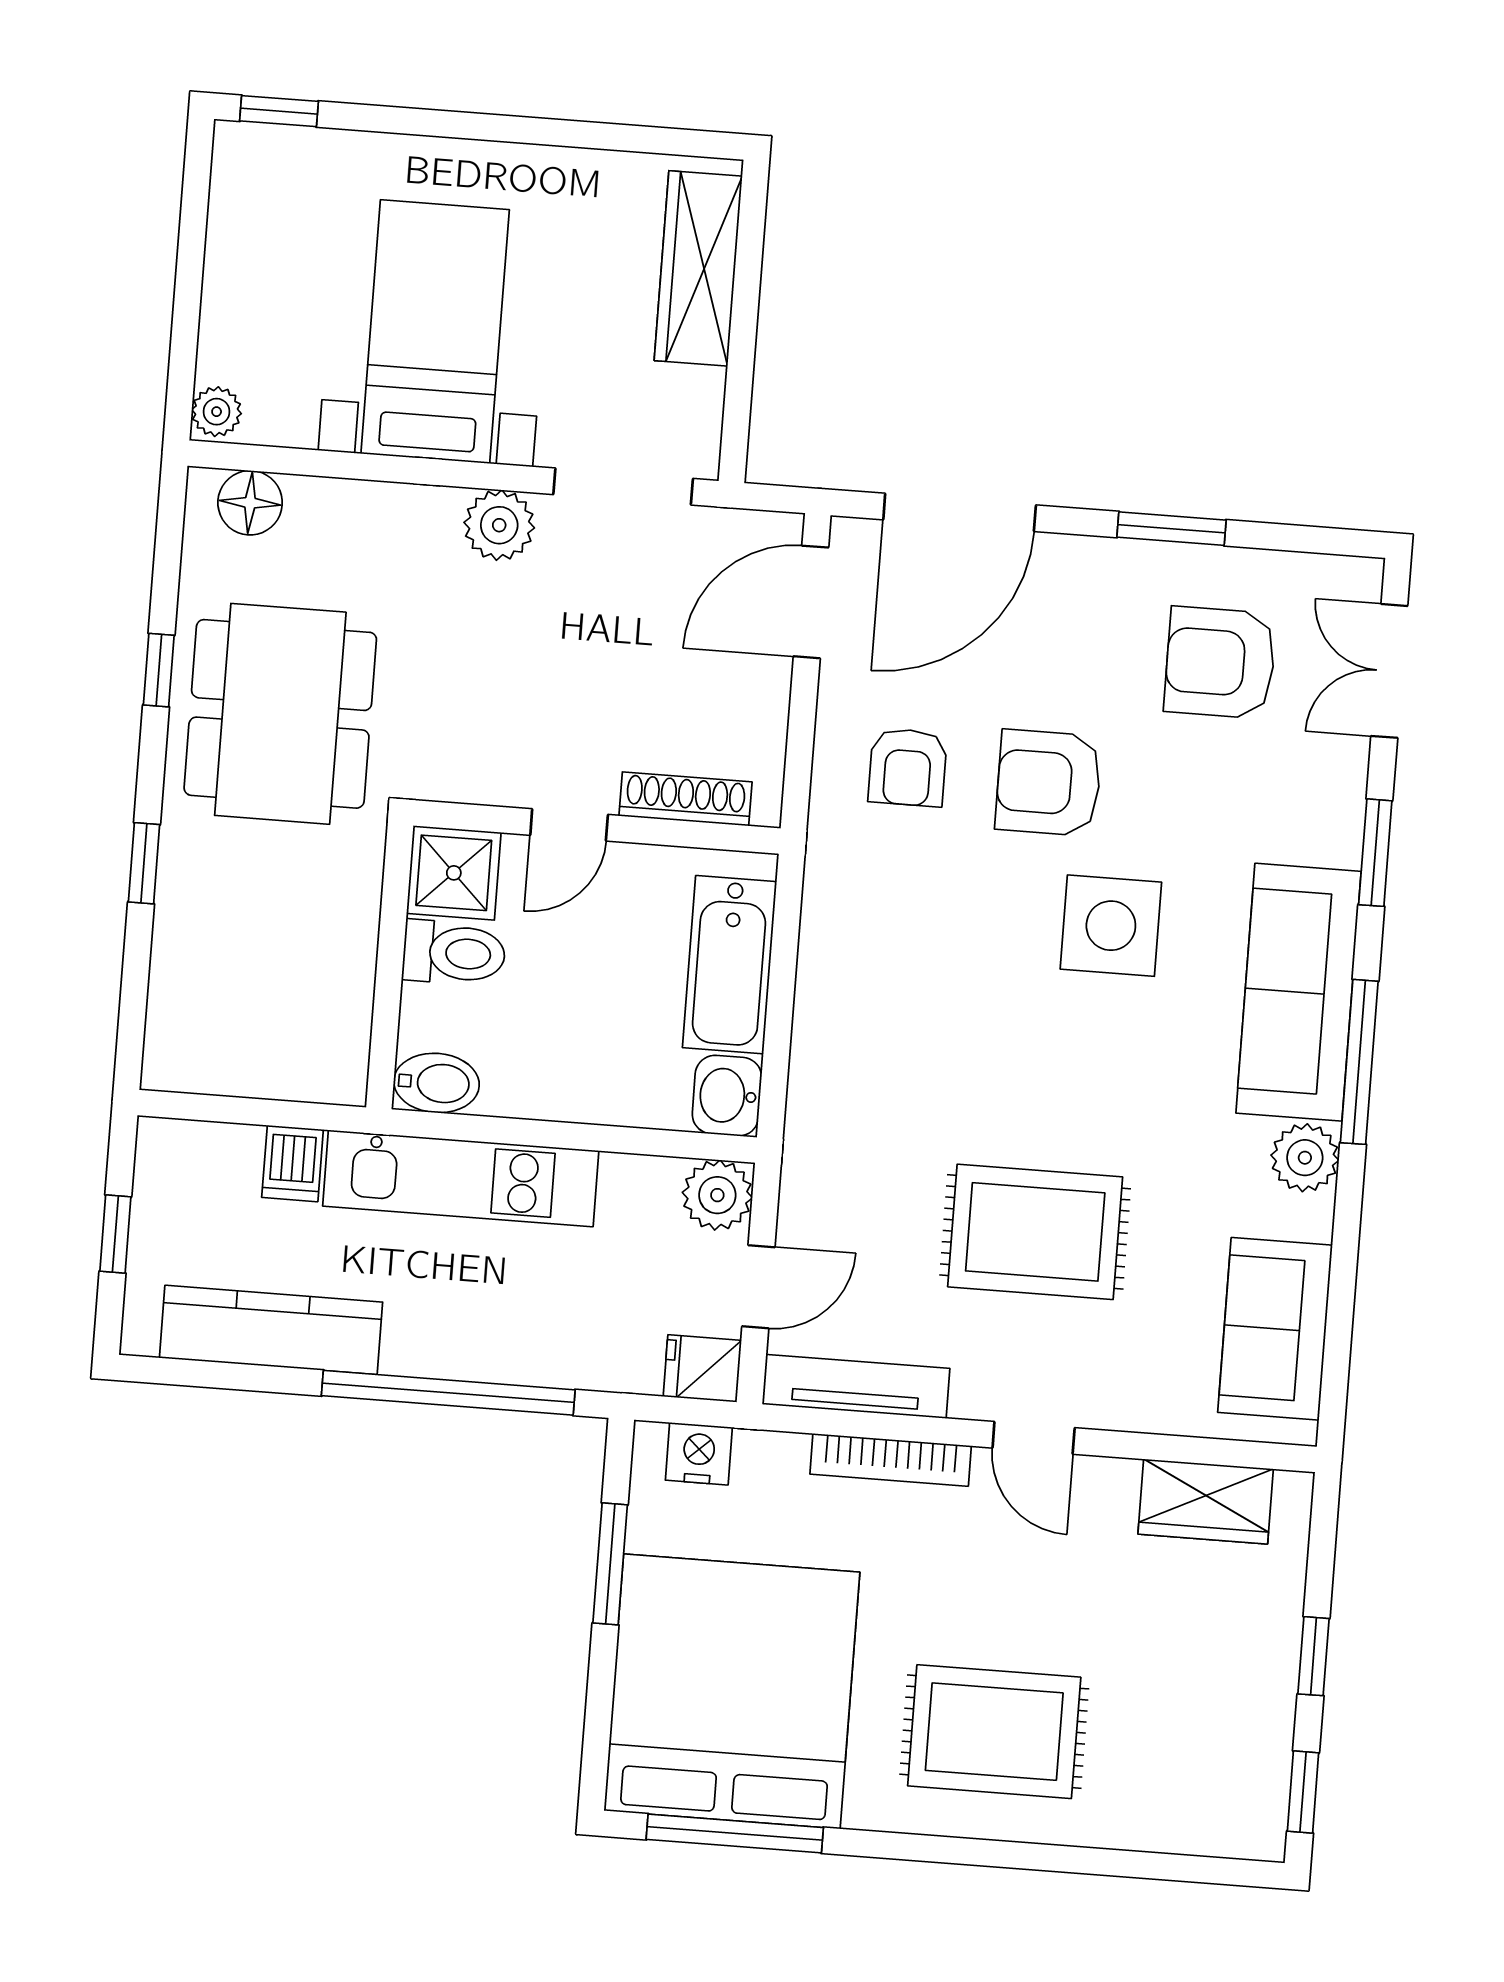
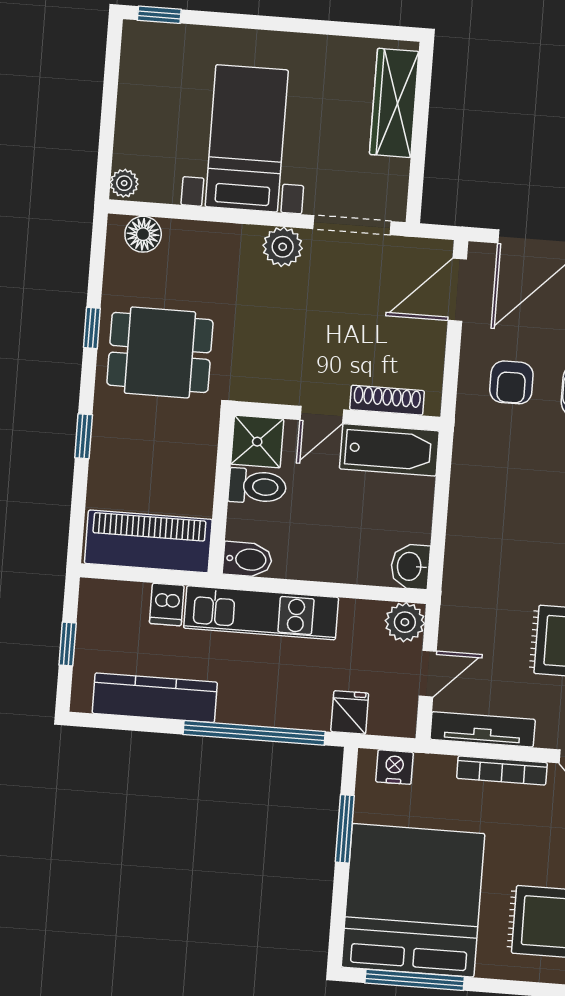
dining table: (280, 714) -> (160, 352), width x0.73
bathtub: (730, 965) -> (389, 450), moved, turned -90
piano: (260, 1051) -> (148, 541), added
fridge: (702, 1369) -> (350, 712), moved, turned 90

